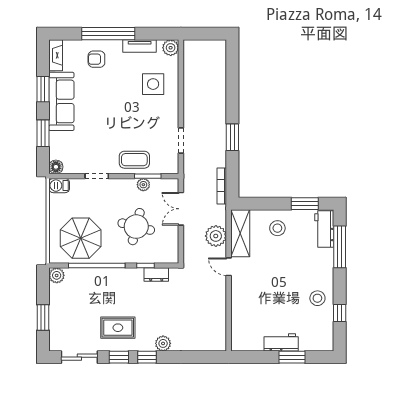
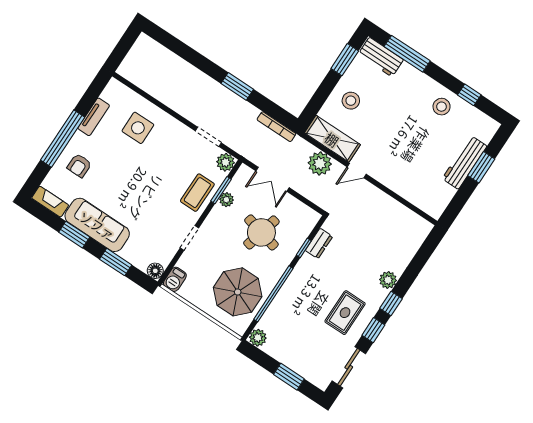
plant: (171, 48) -> (226, 162), moved
workbench: (281, 342) -> (464, 162), width x1.38

